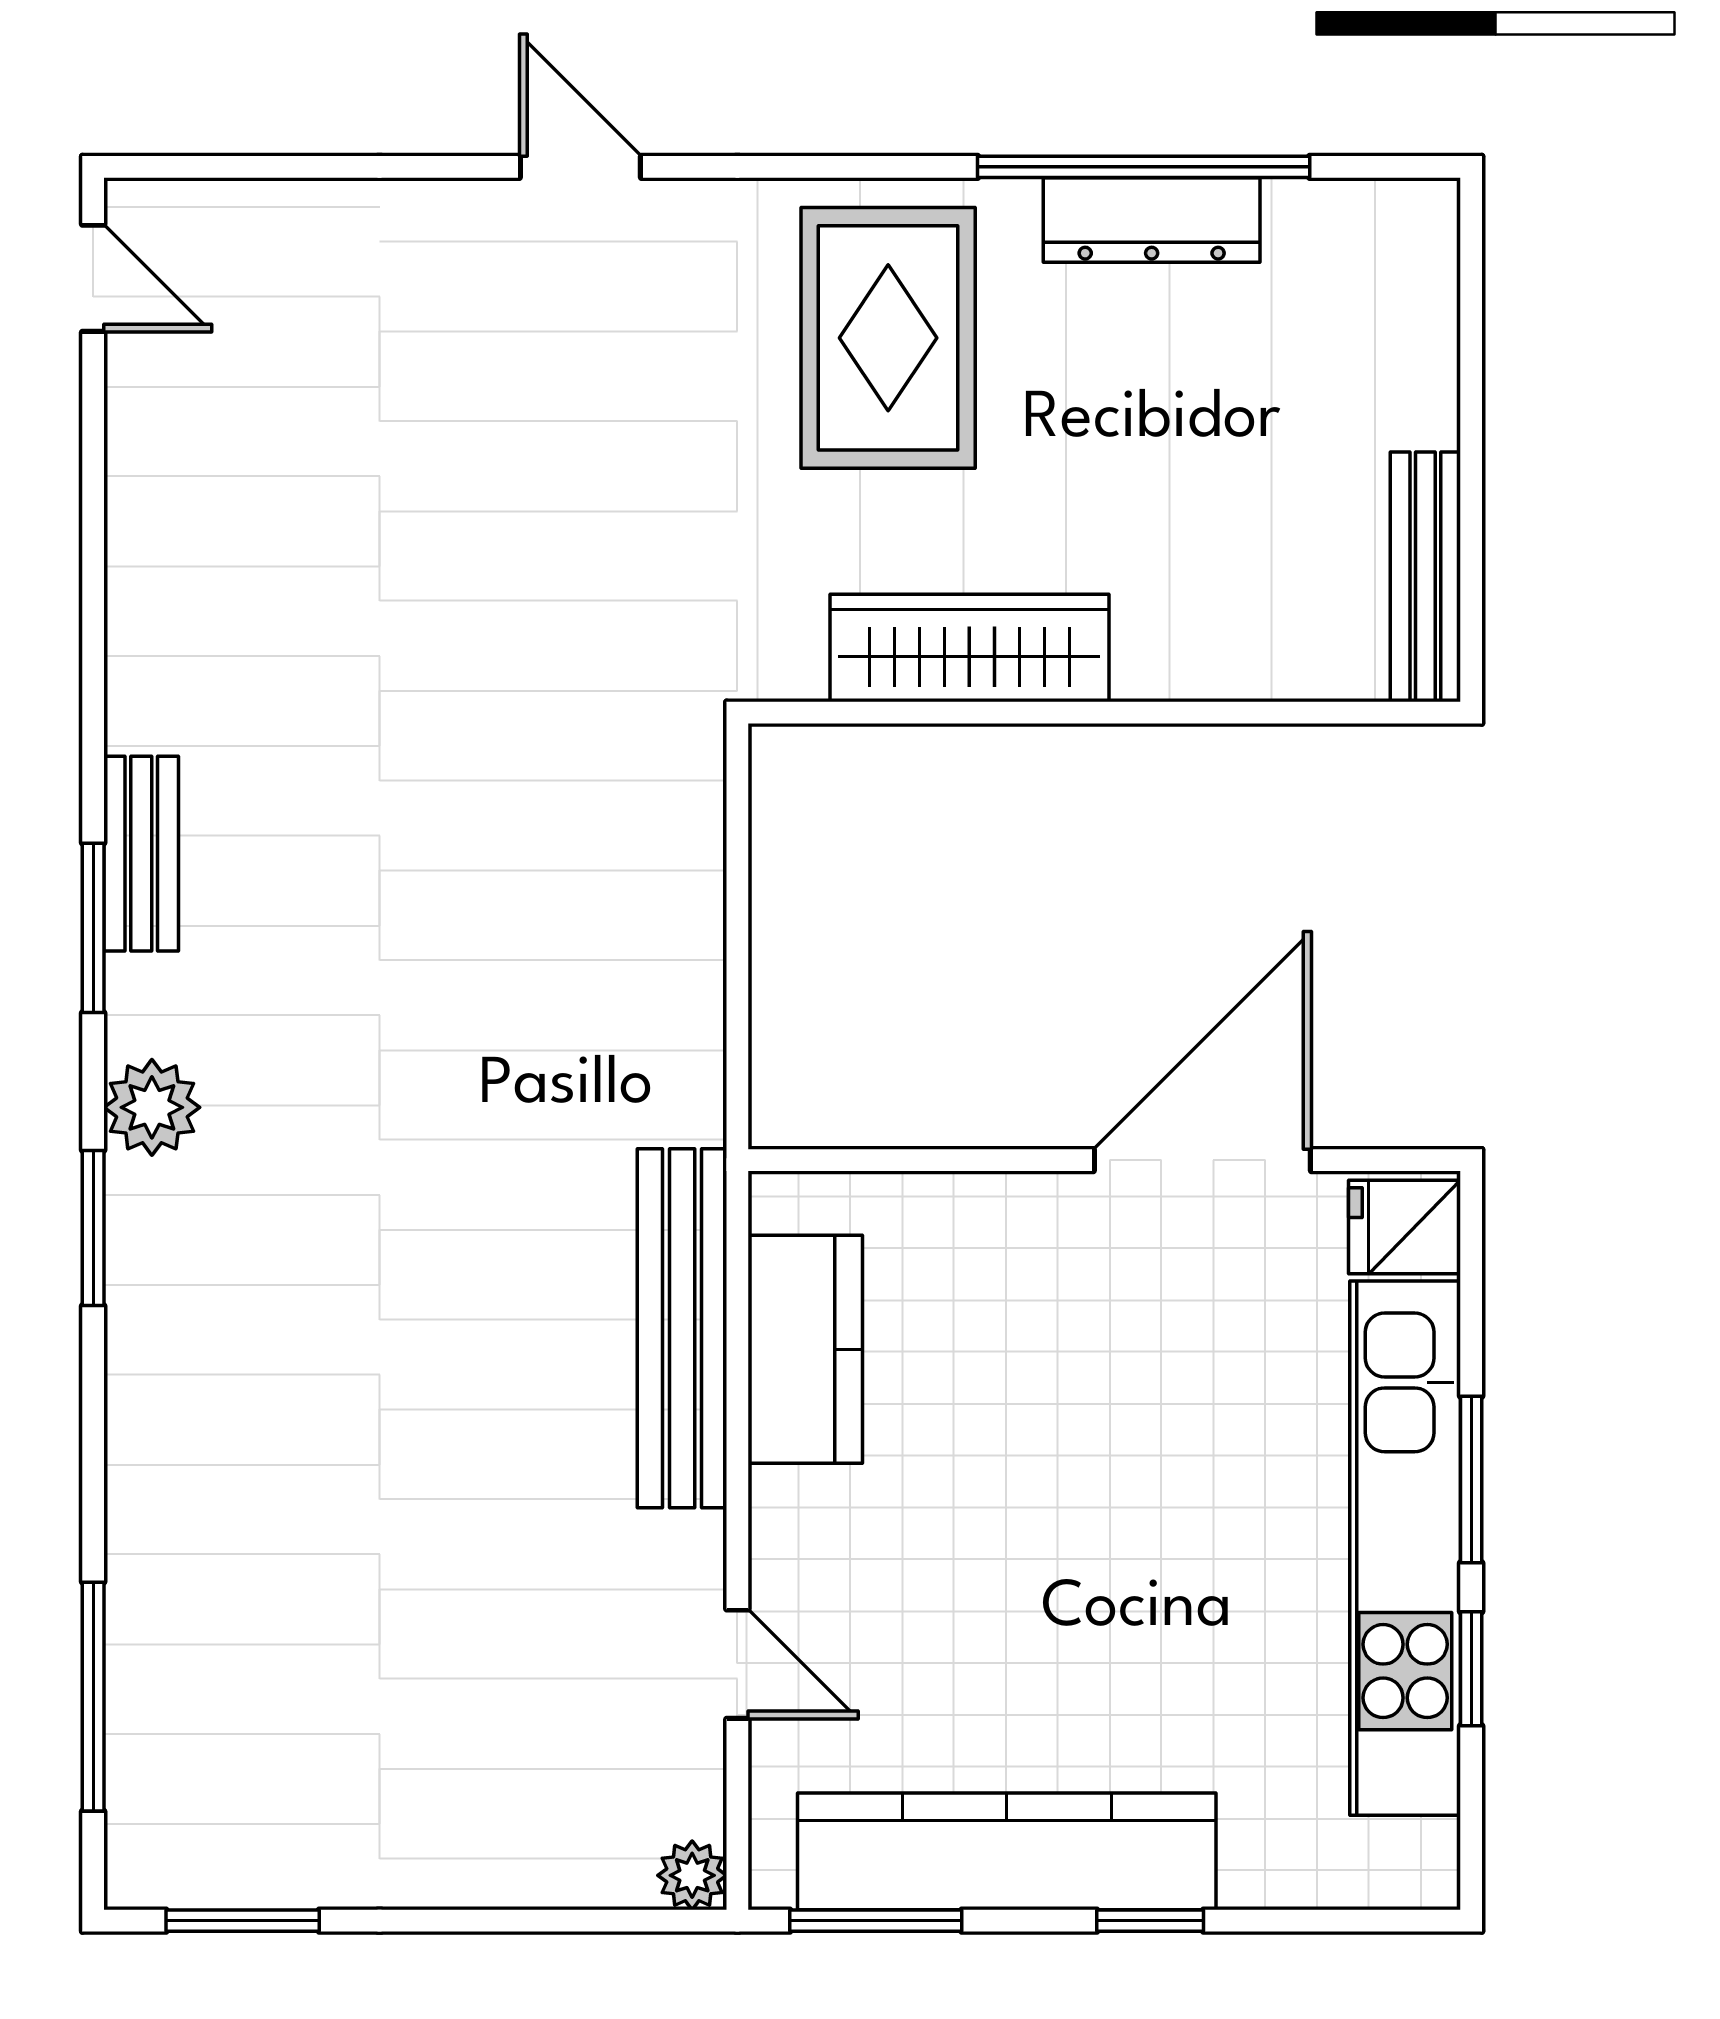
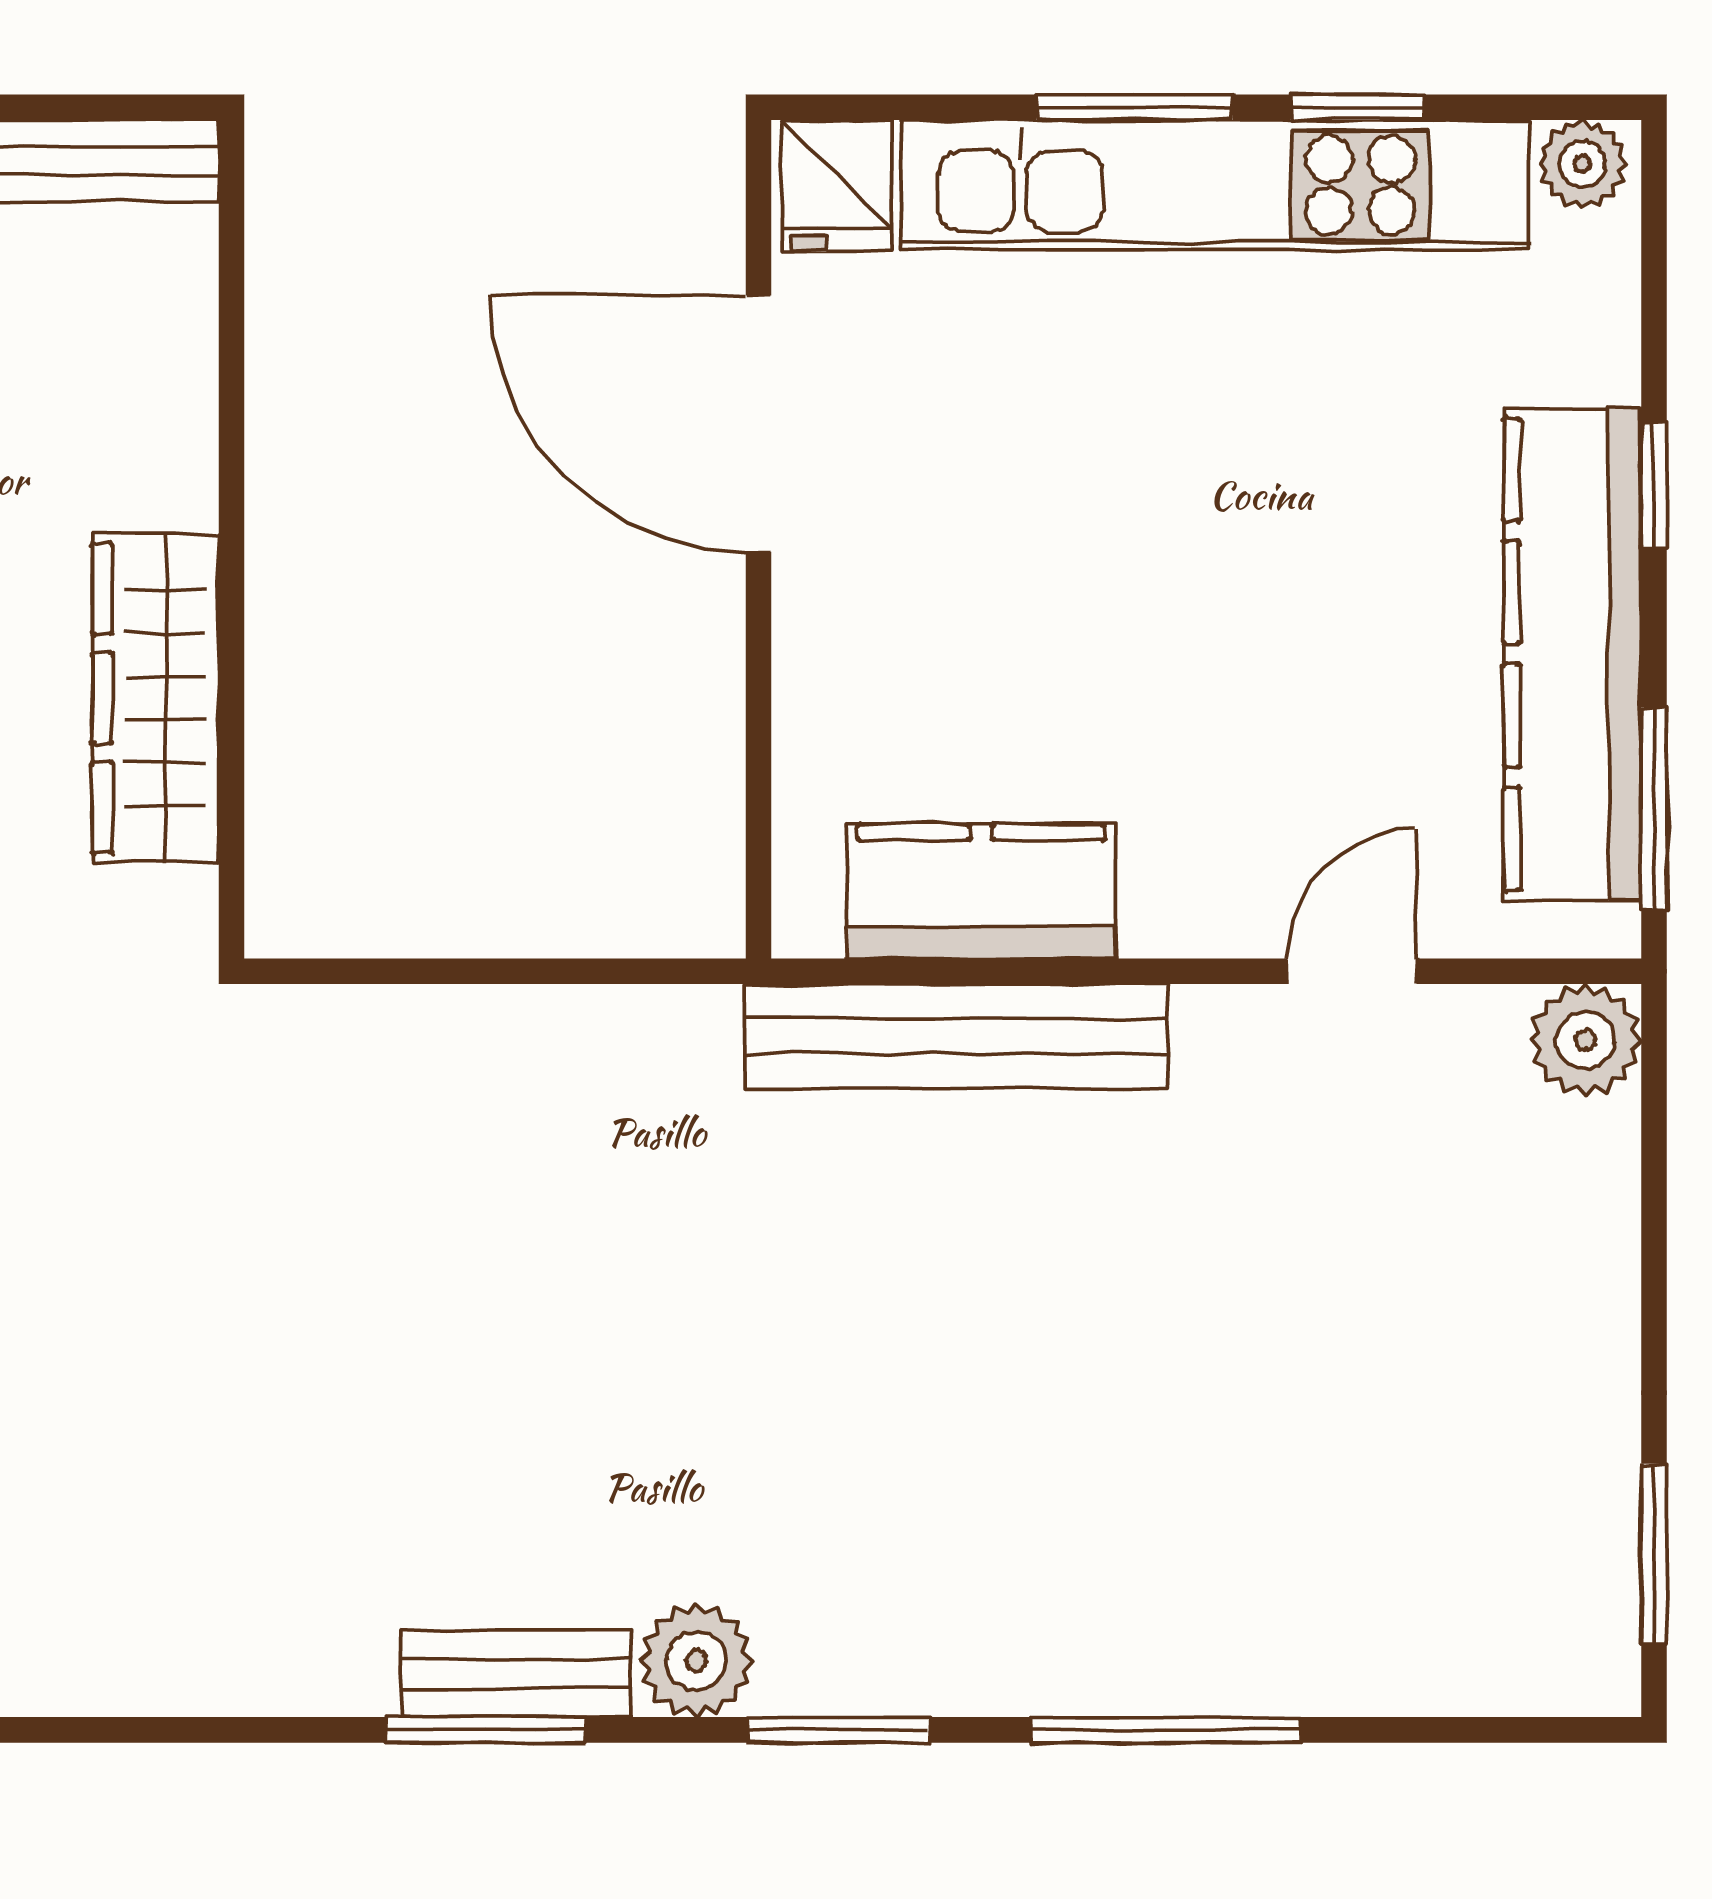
bench: (141, 854) -> (516, 1673), moved
window: (93, 1697) -> (1166, 1730), moved
plant: (1423, 1860) -> (1583, 164), added
plant: (692, 1875) -> (1585, 1040), width x1.38, depth x1.38

